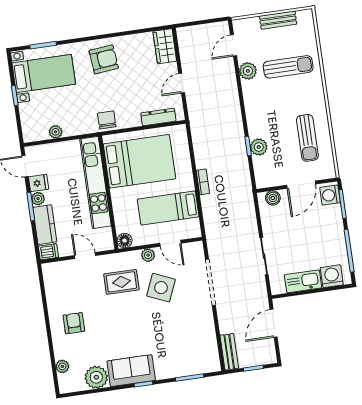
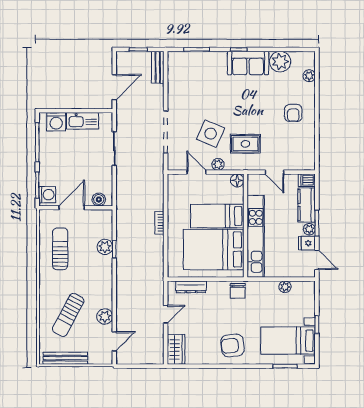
bench: (278, 20) -> (65, 358), width x1.36
sun lounger: (288, 67) -> (68, 315), turned -62
bed: (168, 208) -> (217, 216), moved, turned 180

